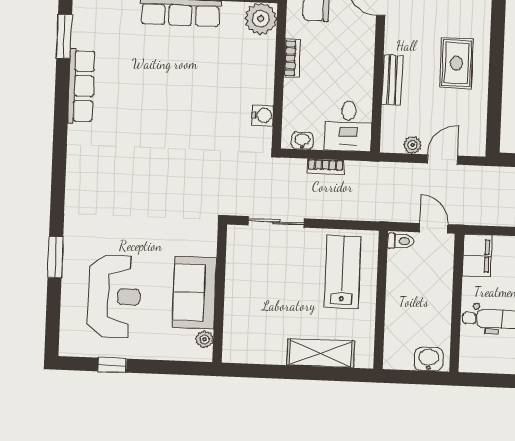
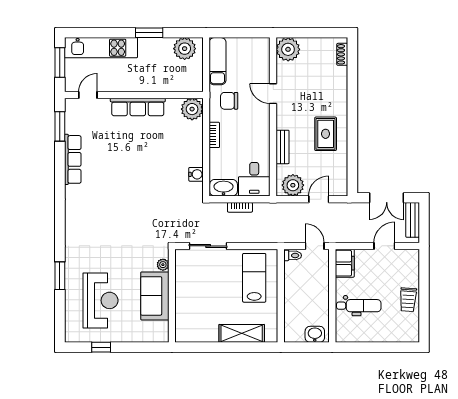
washbasin: (302, 141) -> (223, 188), width x1.91, depth x1.45
plant: (412, 145) -> (293, 185), width x1.88, depth x1.88
plant: (205, 339) -> (163, 265), moved

